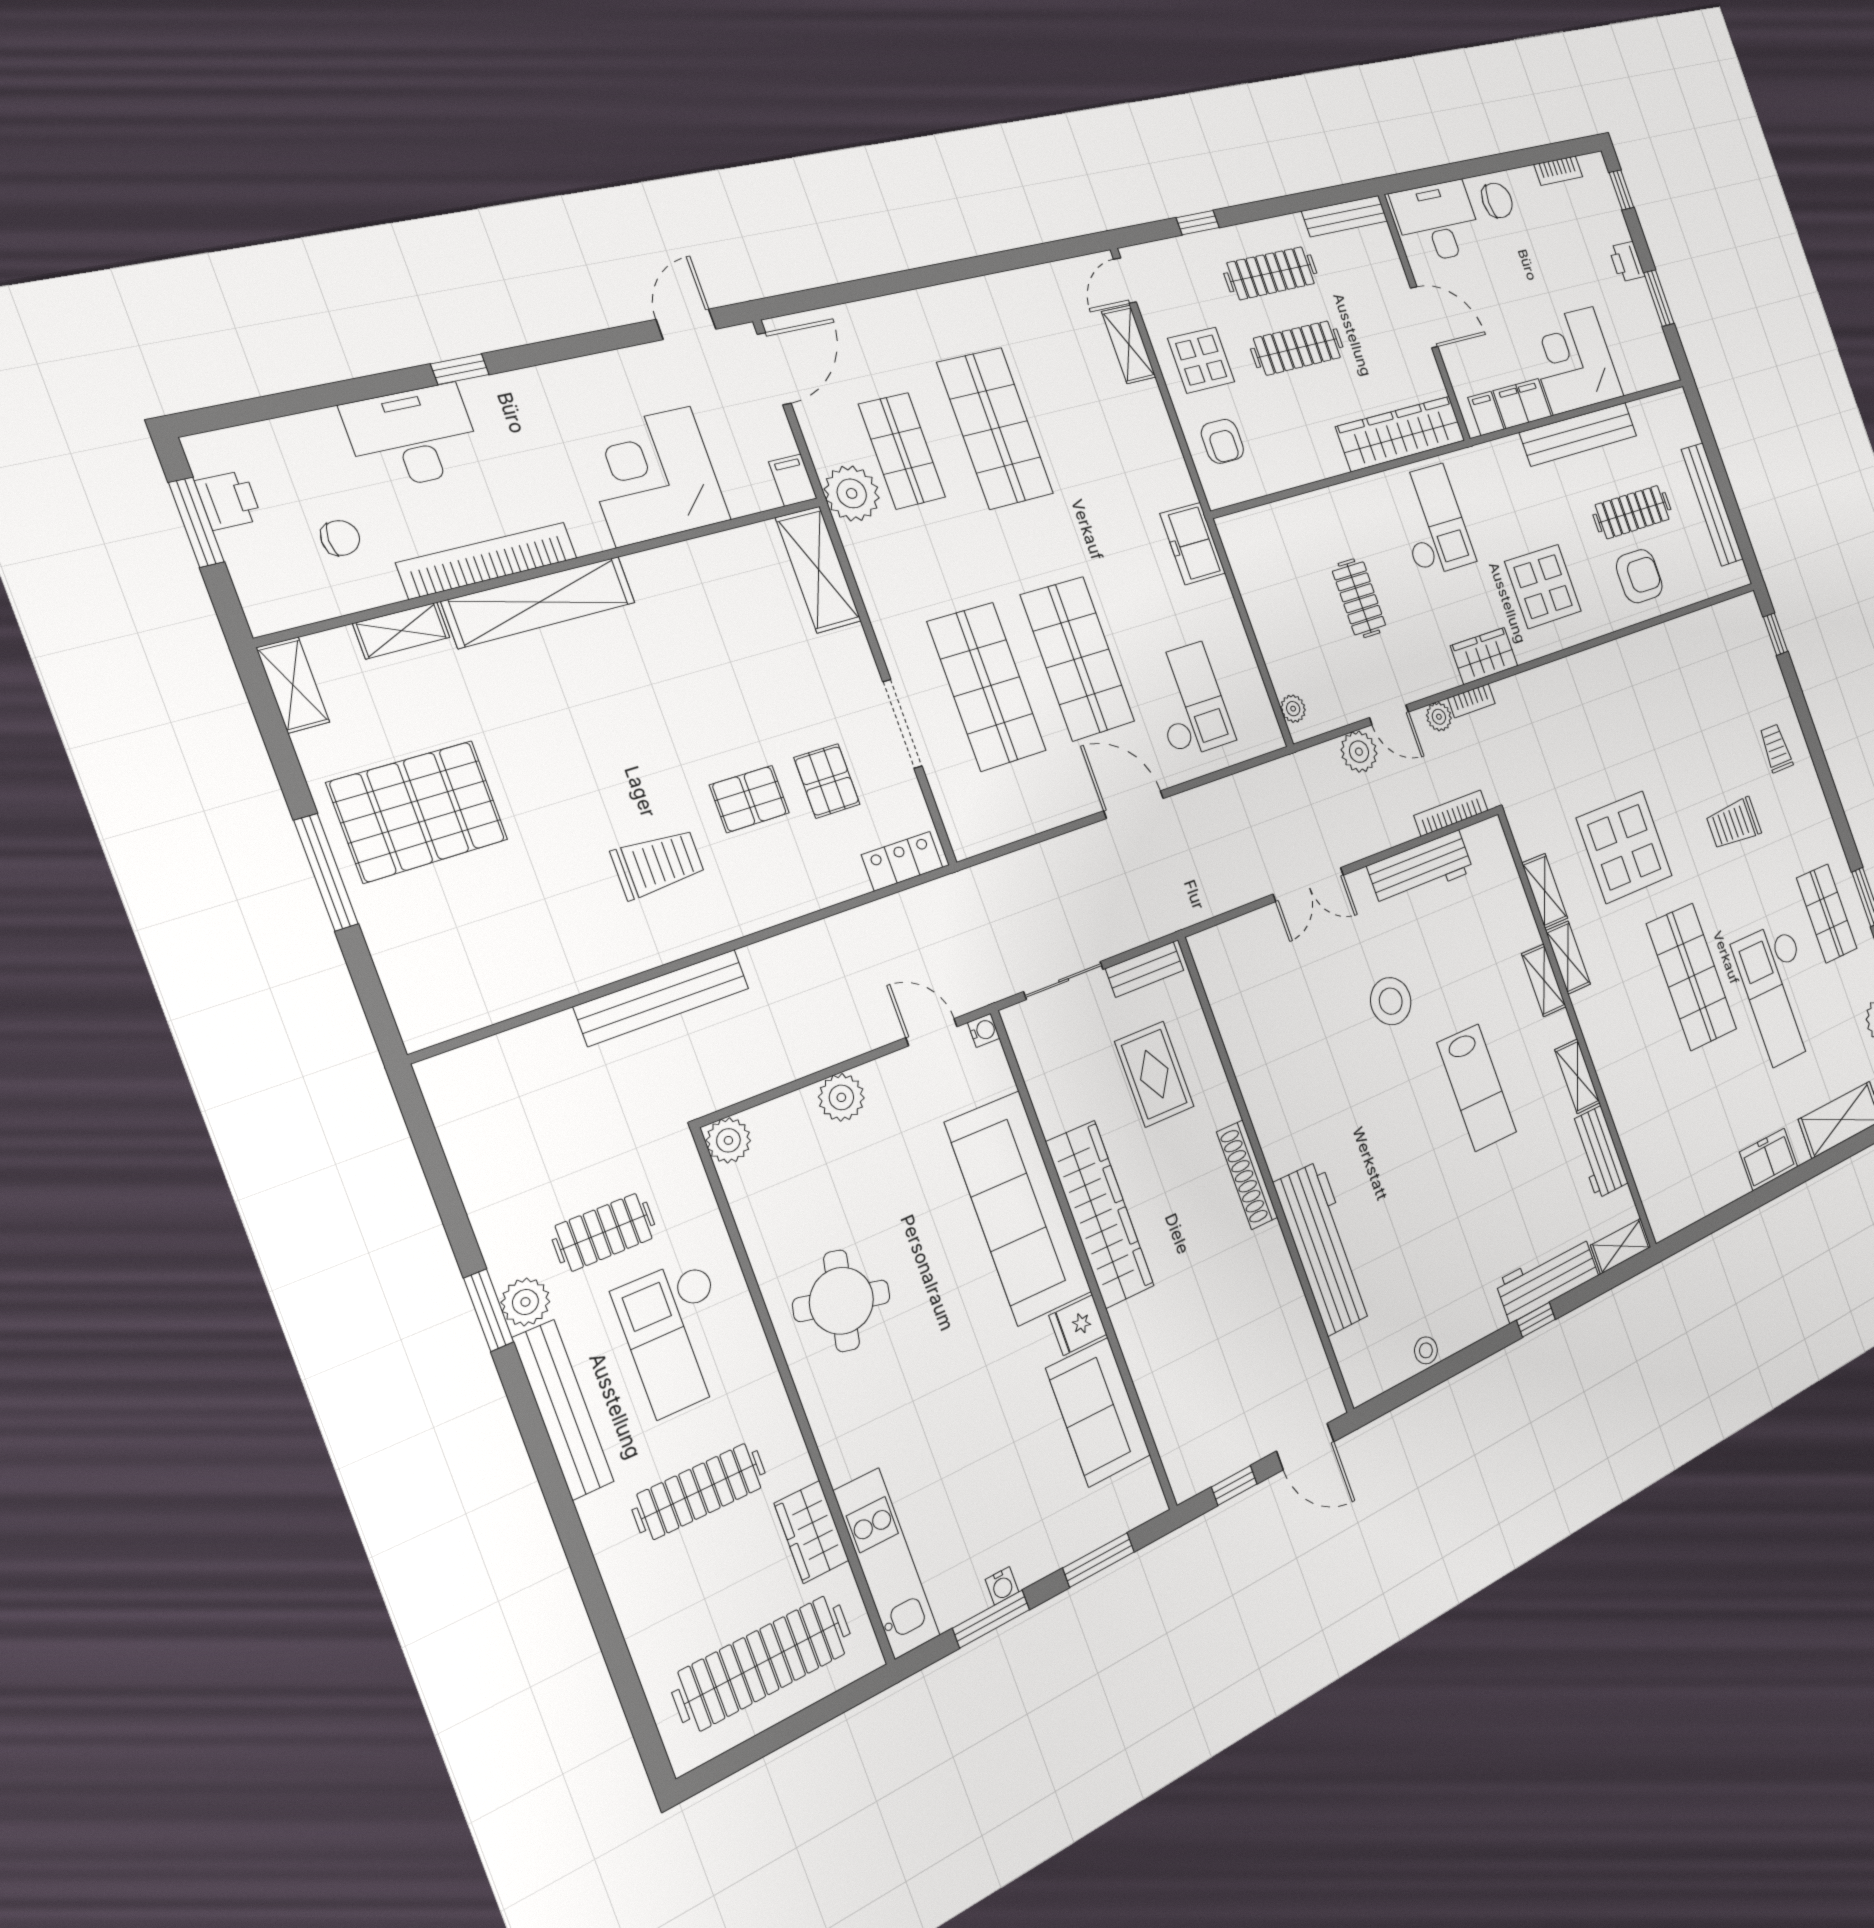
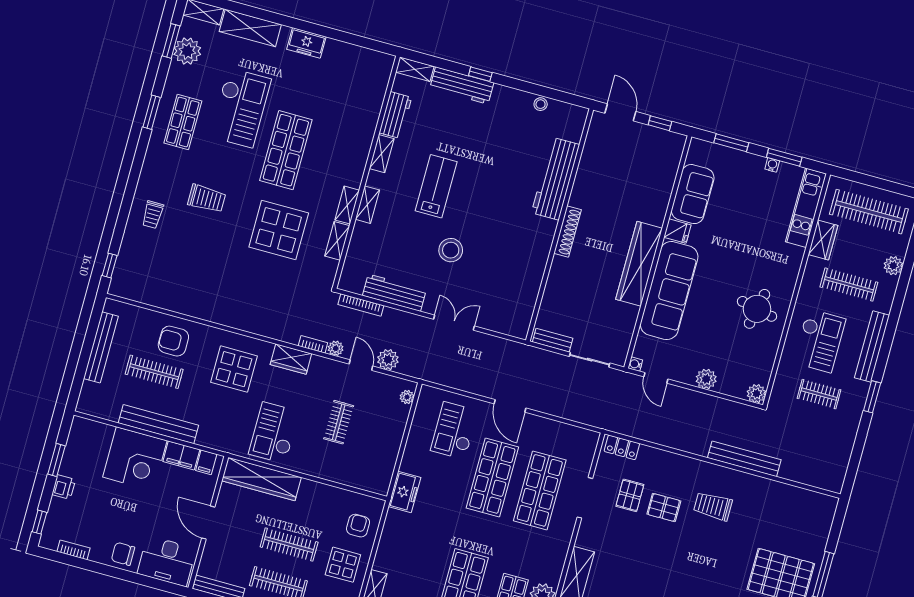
rug: (1154, 1074) -> (578, 298), removed
plant: (525, 1302) -> (893, 266), moved

